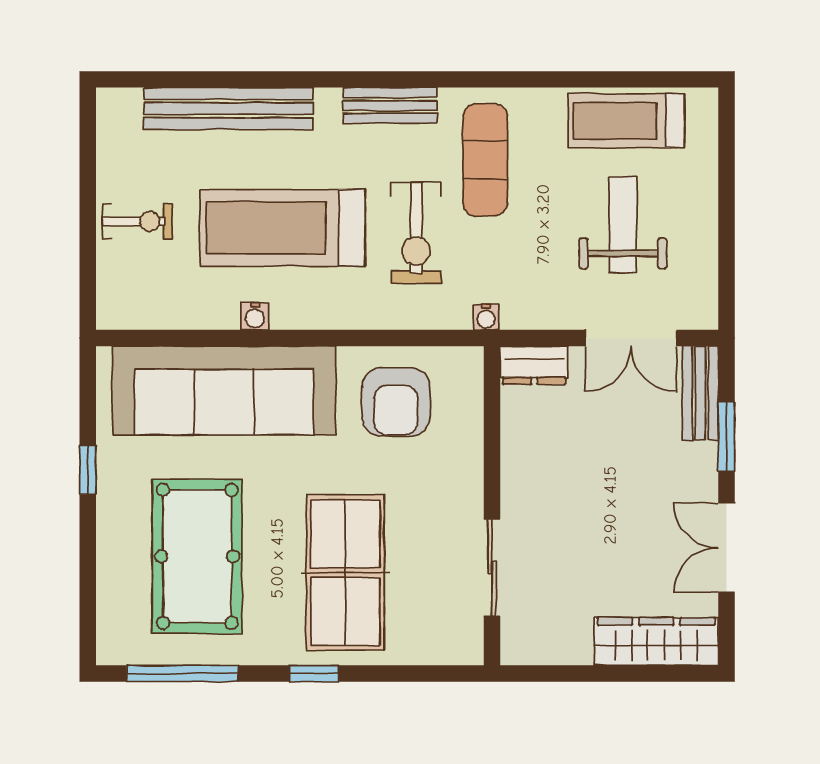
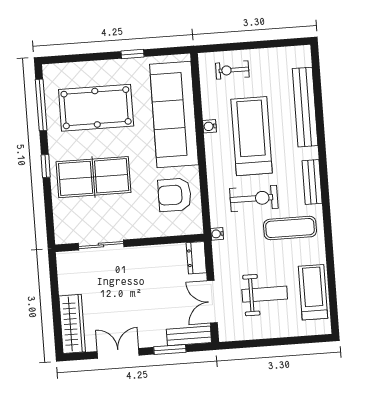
exercise bike: (137, 221) -> (232, 70), moved, turned 90
exercise bike: (416, 233) -> (254, 198), turned 180

